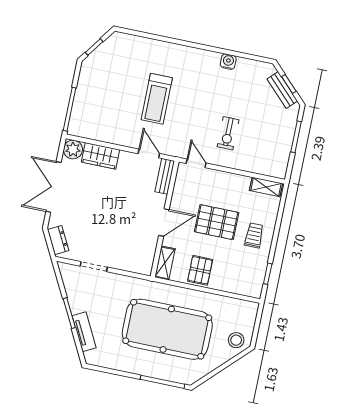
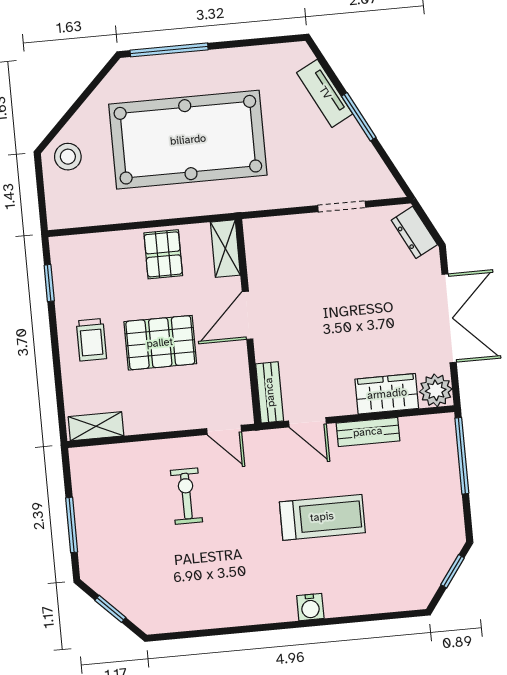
water cooler: (228, 62) -> (310, 607), moved
bench: (282, 90) -> (368, 432), moved, turned -45
treadmill: (157, 99) -> (322, 517), turned 90

